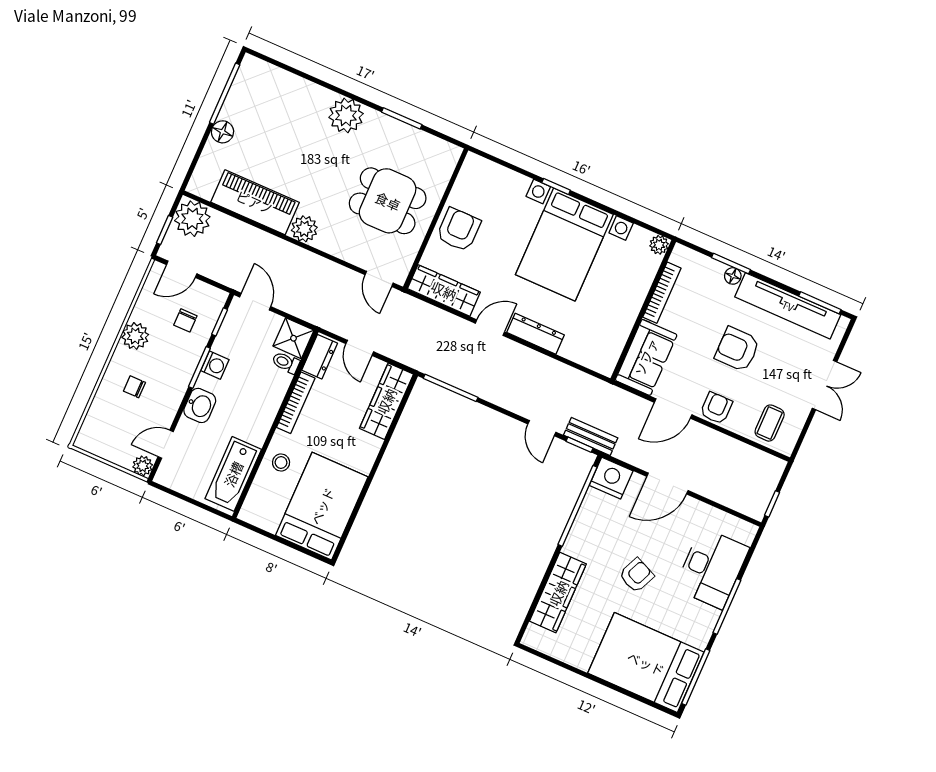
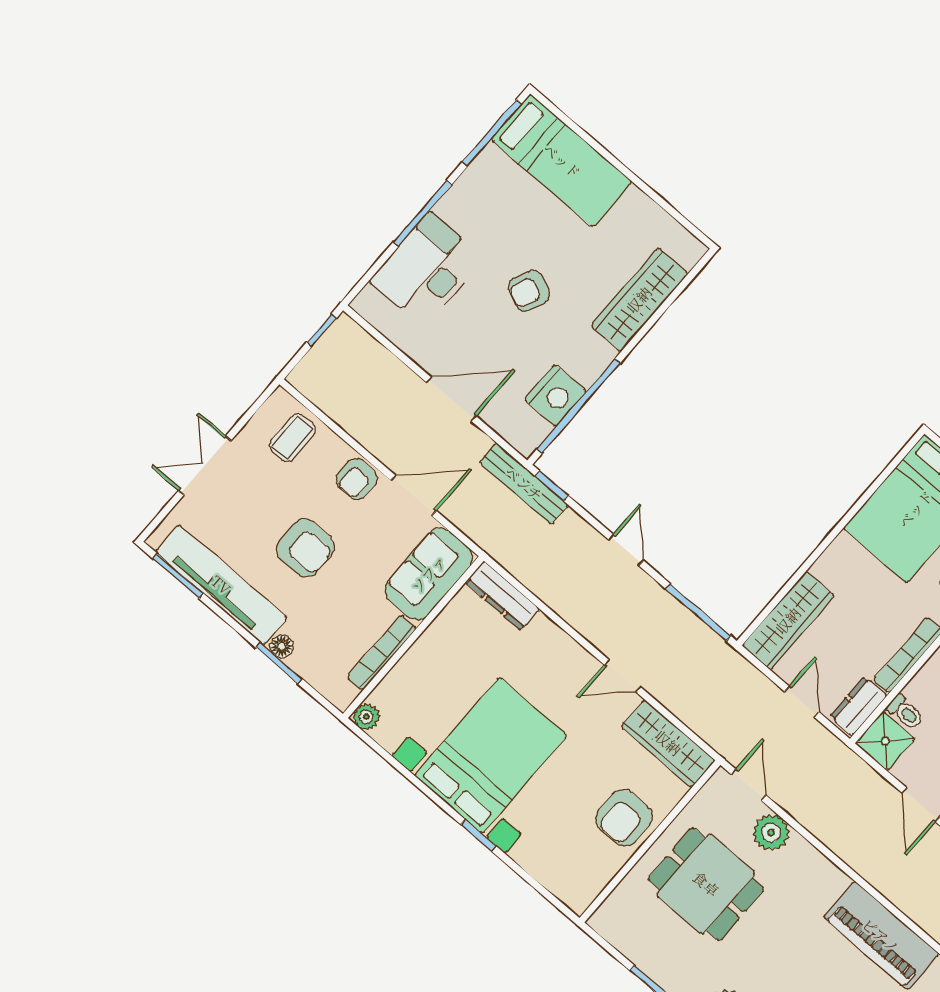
plant: (304, 229) -> (771, 833), moved
dresser: (535, 334) -> (502, 596), moved
door: (542, 428) -> (626, 550), moved
bench: (591, 436) -> (524, 484), width x1.36
nightstand: (611, 478) -> (555, 395), moved, turned -90
bed: (646, 663) -> (562, 161), width x0.67

